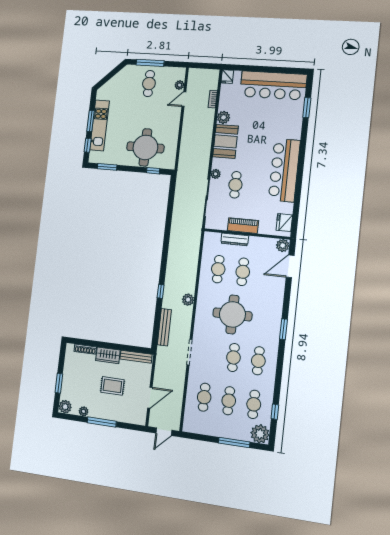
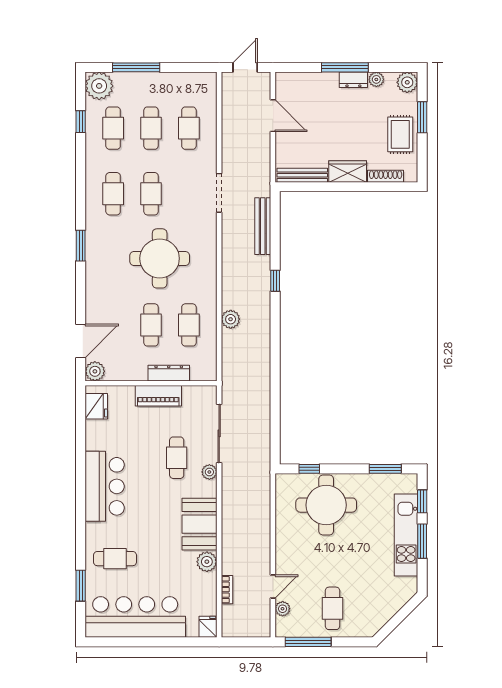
window: (150, 63) -> (308, 642), moved
cafe table: (282, 123) -> (115, 559), added
bar counter: (284, 170) -> (105, 486), width x0.73
plant: (188, 300) -> (231, 319), moved
rug: (112, 386) -> (400, 134), moved, turned 90
door: (150, 398) -> (273, 116), swing flipped
dresser: (97, 413) -> (353, 80), added

